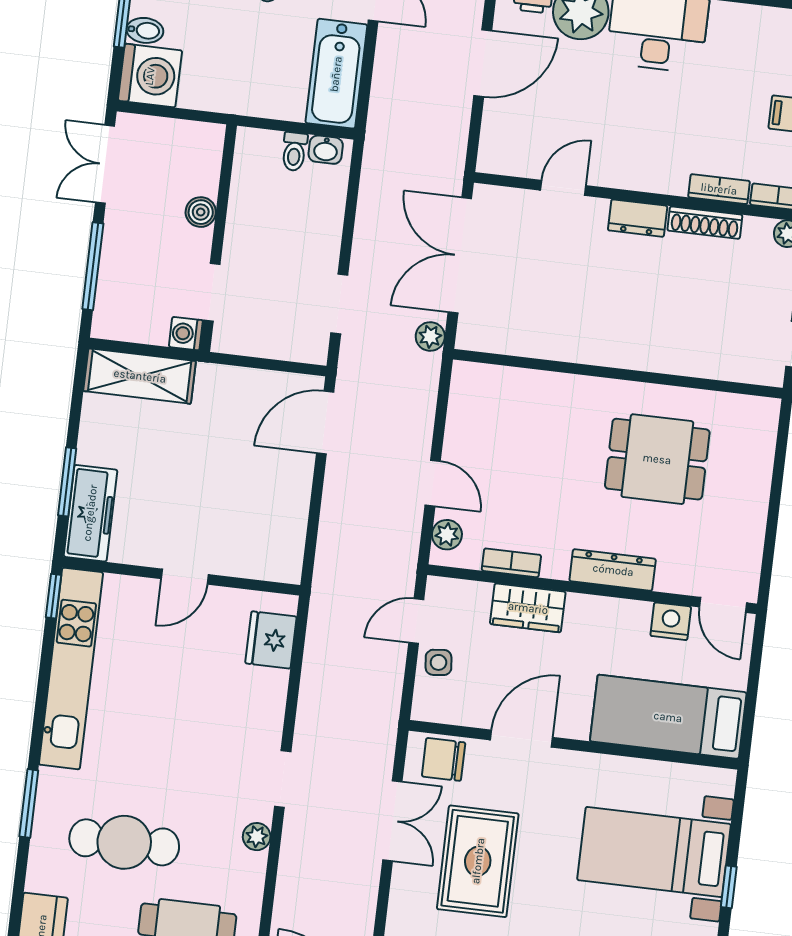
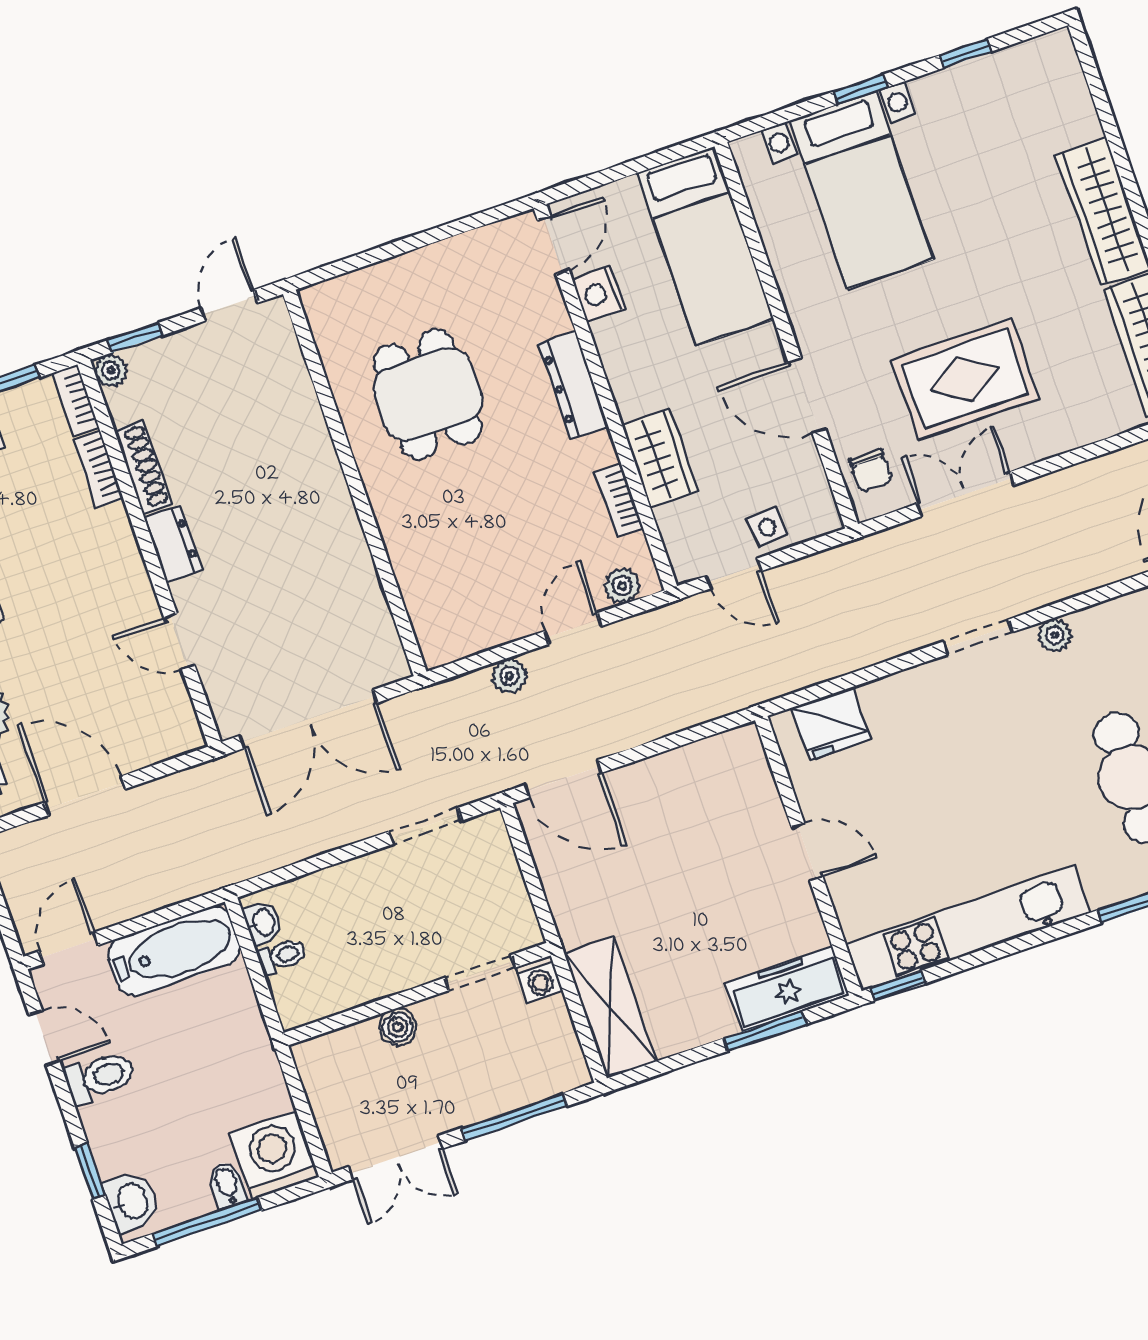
plant: (430, 337) -> (509, 676), moved
chair: (444, 759) -> (871, 470), width x0.73, depth x0.73

